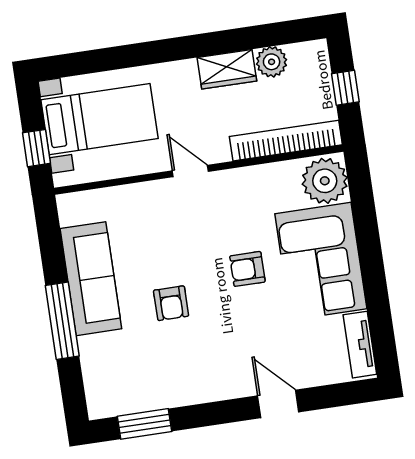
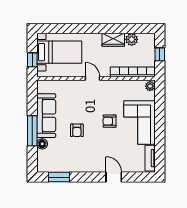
plant: (325, 181) -> (150, 86), width x0.53, depth x0.53
floor lamp: (91, 349) -> (42, 144), added

